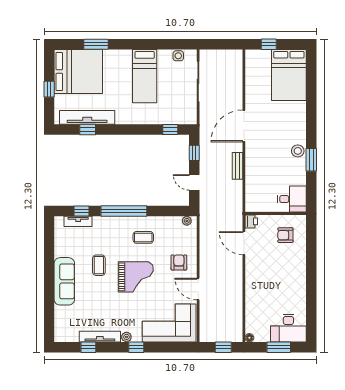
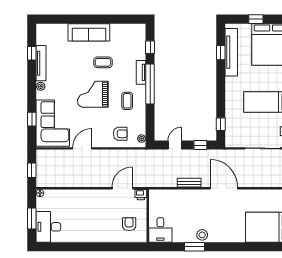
tv unit: (78, 221) -> (141, 72), moved
armchair: (179, 262) -> (120, 134), moved
grand piano: (136, 277) -> (93, 94), turned 90
window: (136, 347) -> (32, 119), moved

